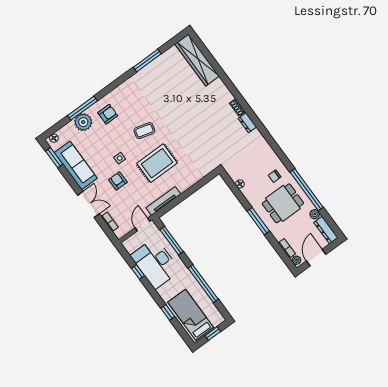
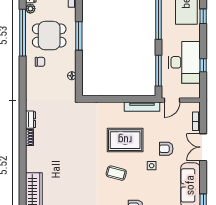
armchair: (118, 181) -> (166, 149), turned 90

